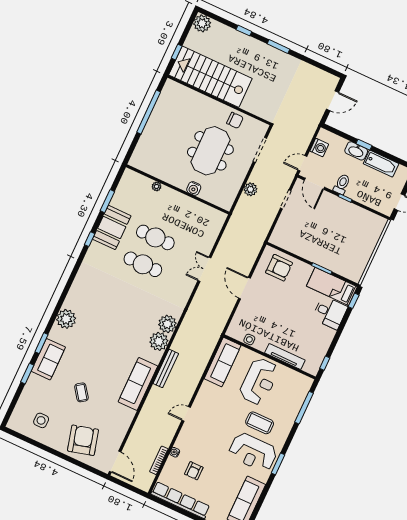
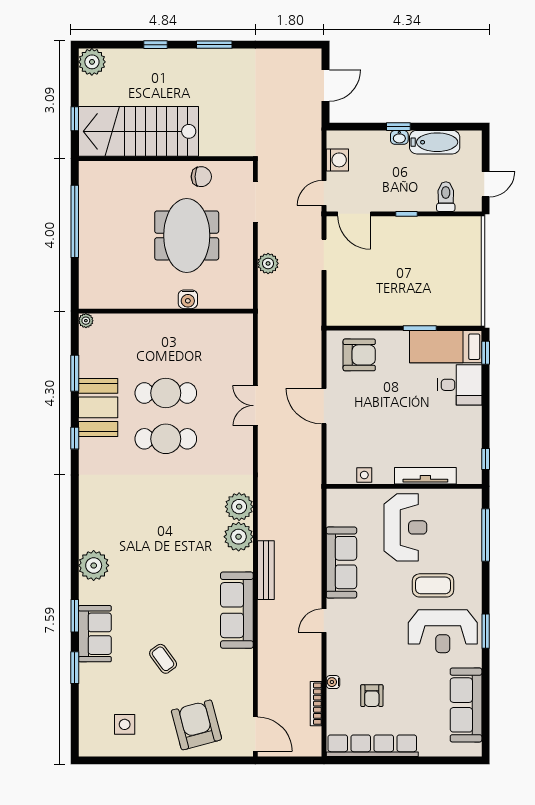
washbasin: (356, 151) -> (399, 137), width x0.52, depth x0.69
toilet: (342, 184) -> (446, 197), moved
plant: (157, 186) -> (86, 321), moved
sofa: (223, 362) -> (341, 563), moved

